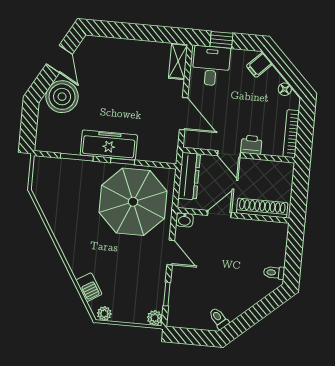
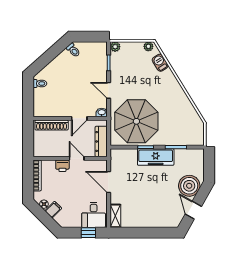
filing cabinet: (259, 65) -> (53, 210), moved

